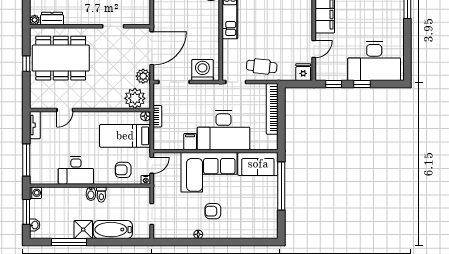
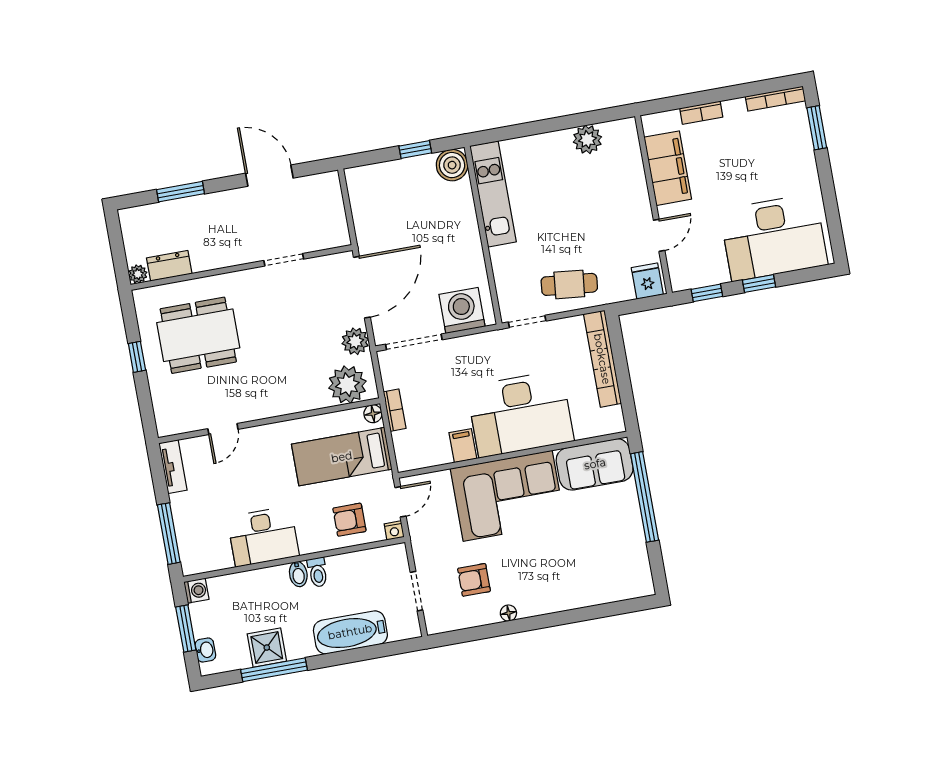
dining table: (61, 58) -> (198, 335), width x0.73, depth x0.80
armchair: (213, 211) -> (474, 580), moved
shower: (83, 230) -> (267, 648), moved

